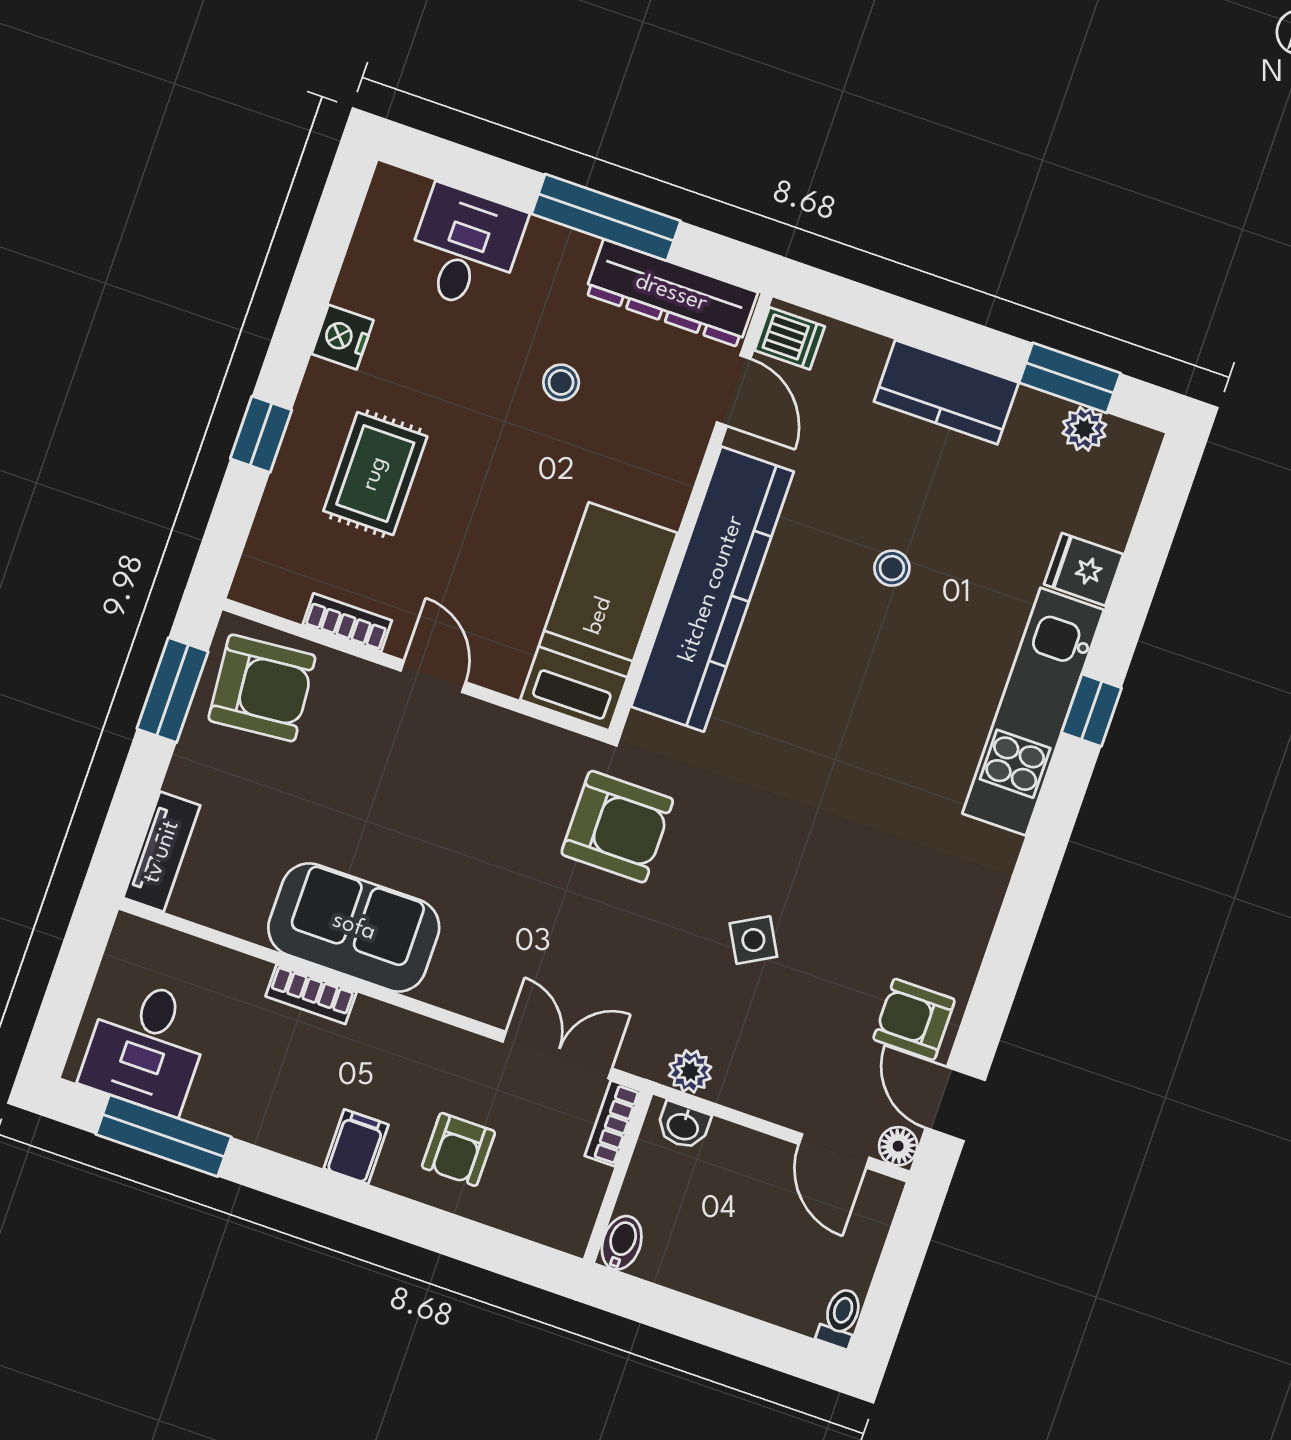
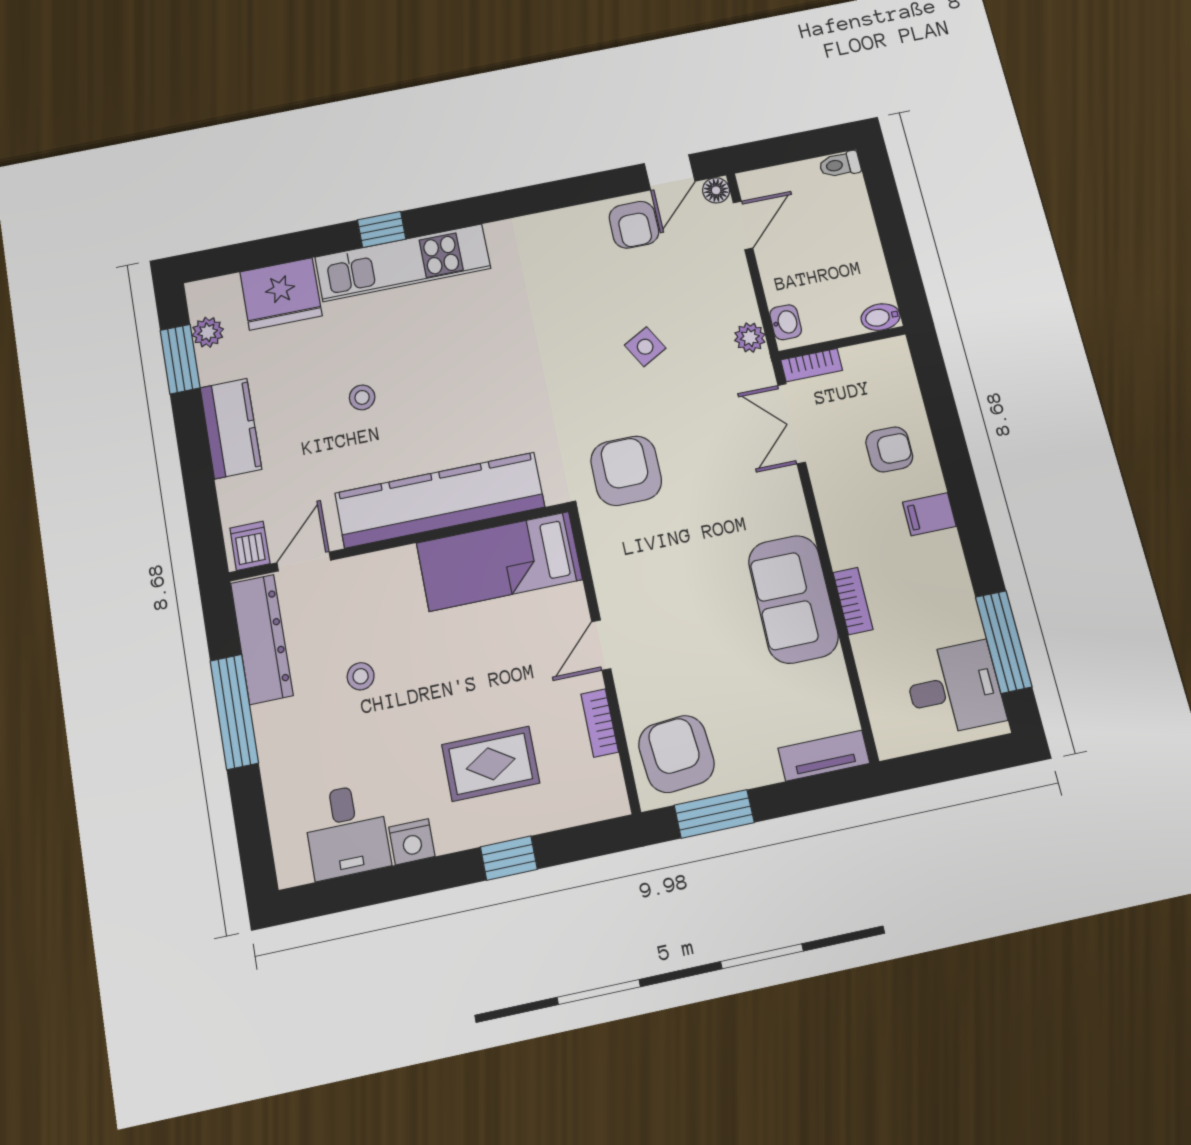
desk: (465, 248) -> (346, 831), moved, turned -90
fridge: (1084, 569) -> (281, 294), width x1.88, depth x1.34

